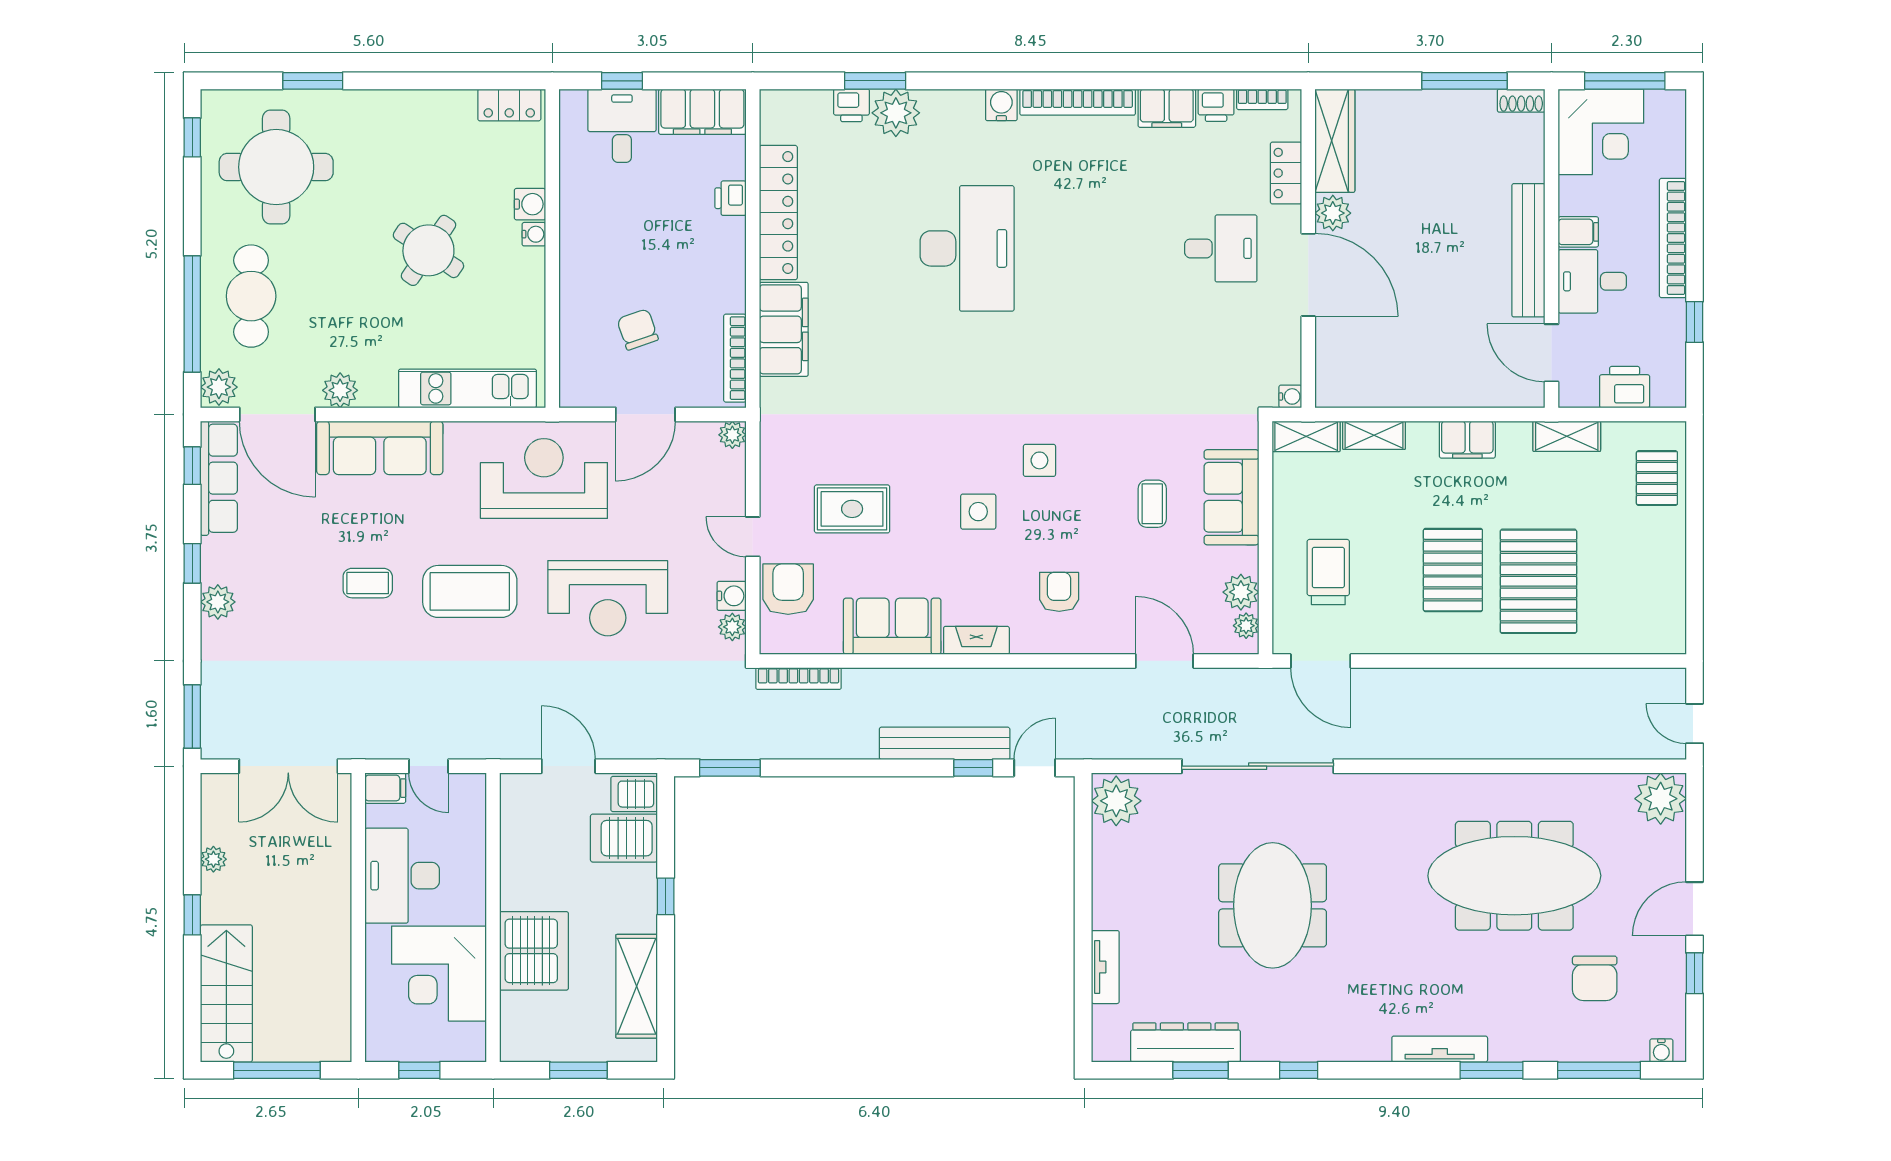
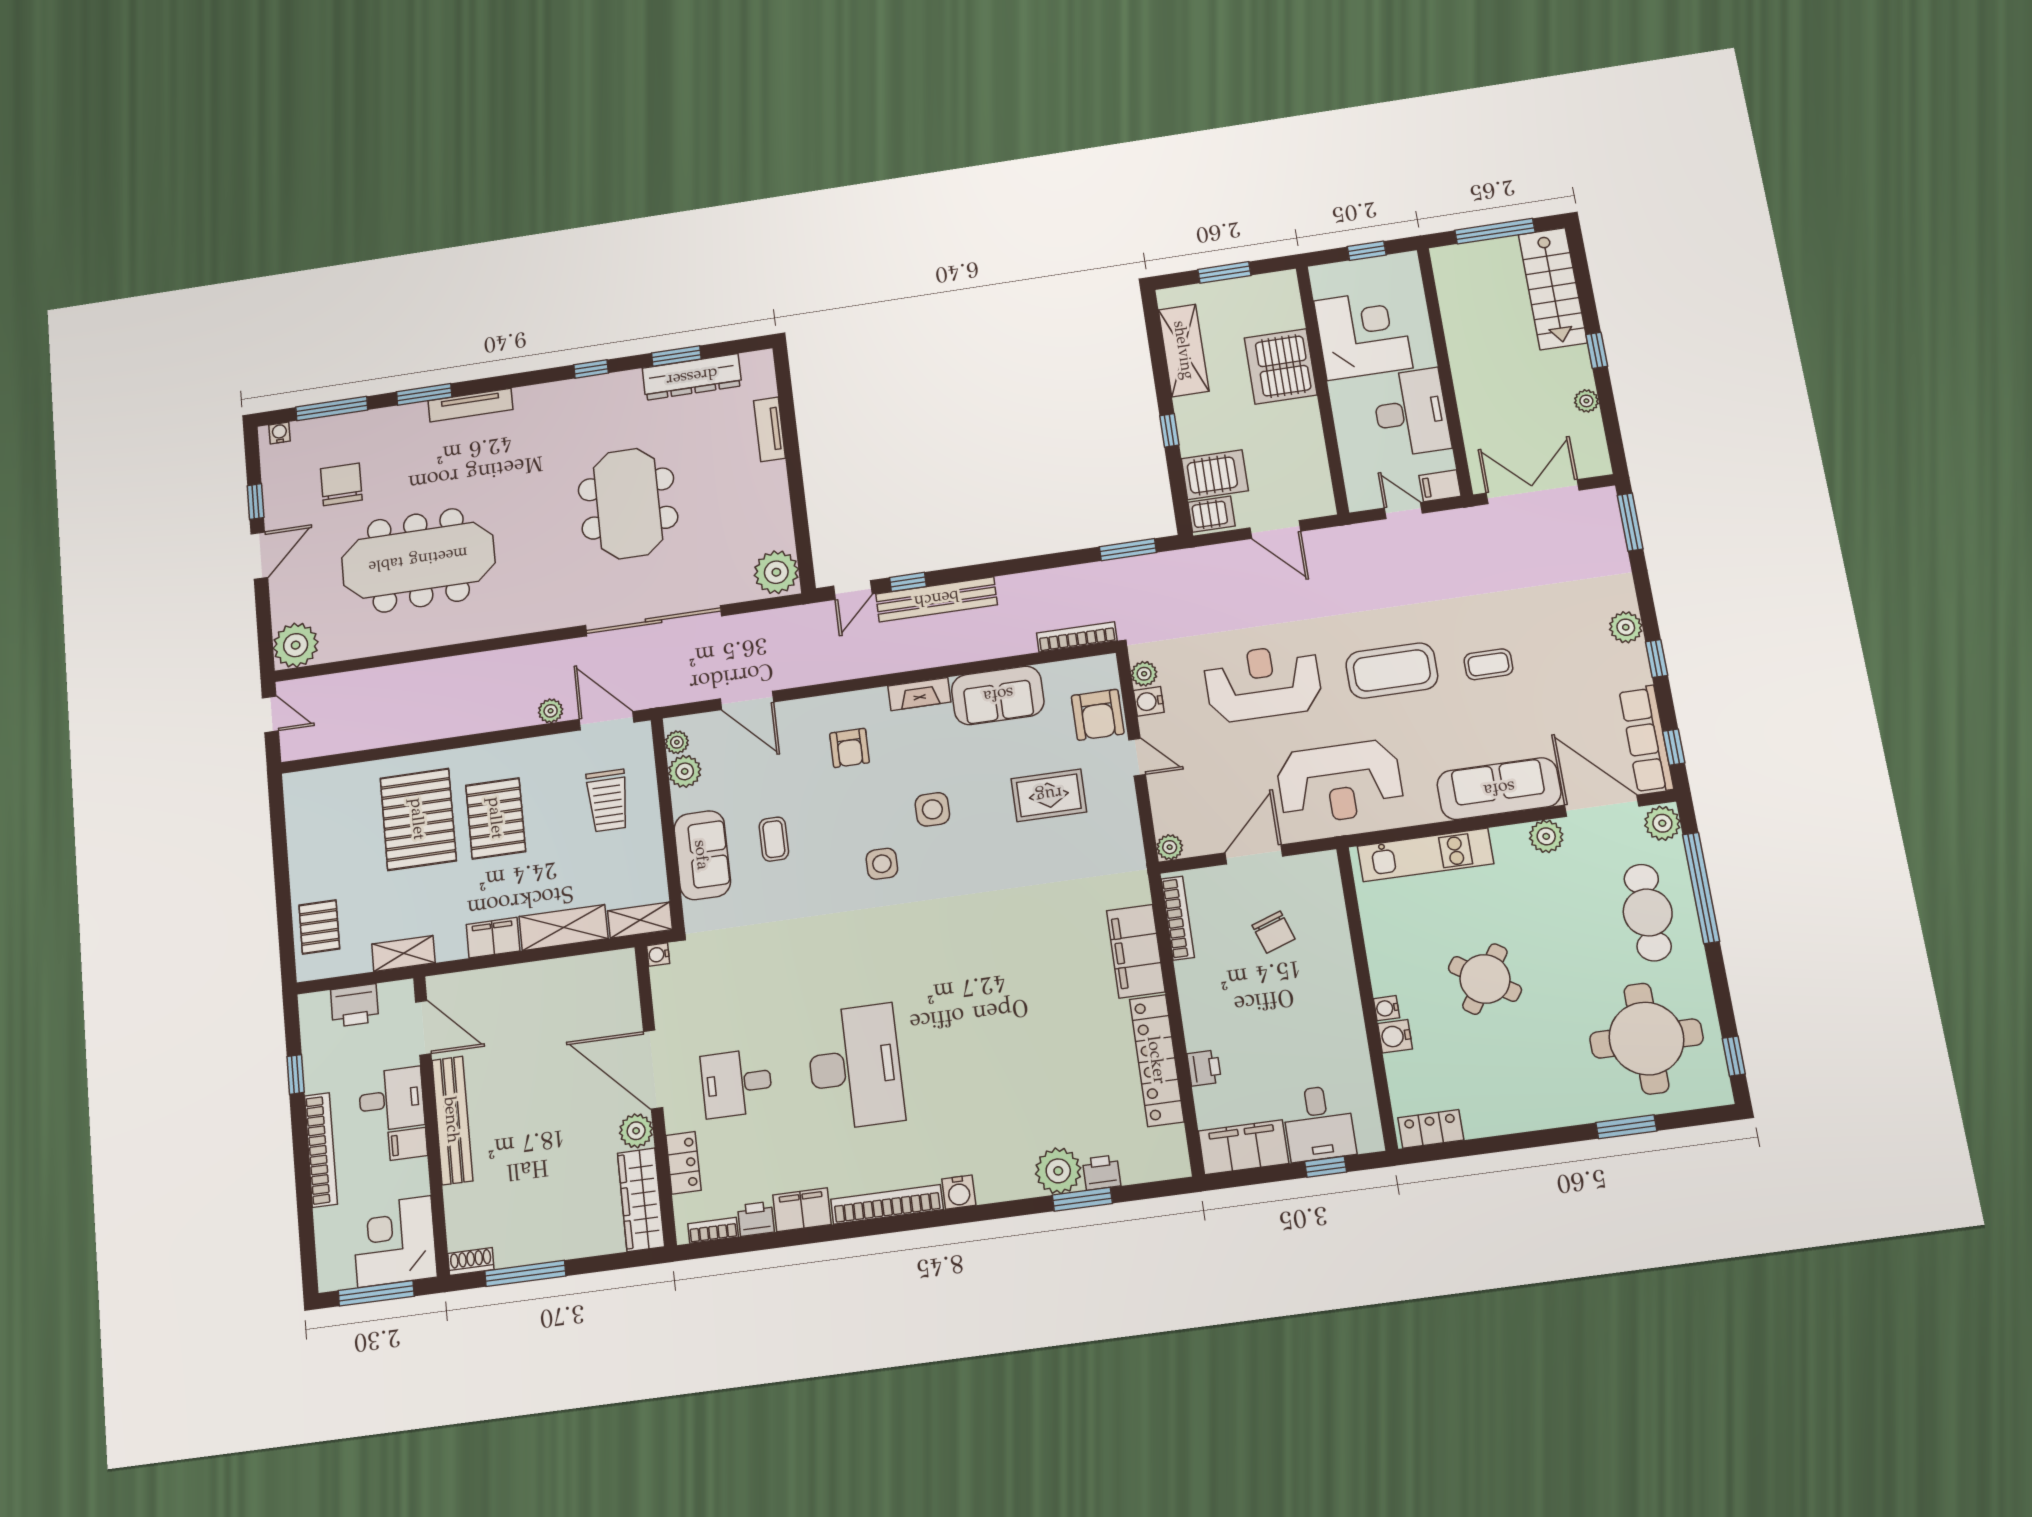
desk: (967, 248) -> (855, 1067), moved, turned 180
shelving: (1374, 435) -> (563, 928), width x1.50, depth x1.33
plant: (1381, 681) -> (551, 711), added

